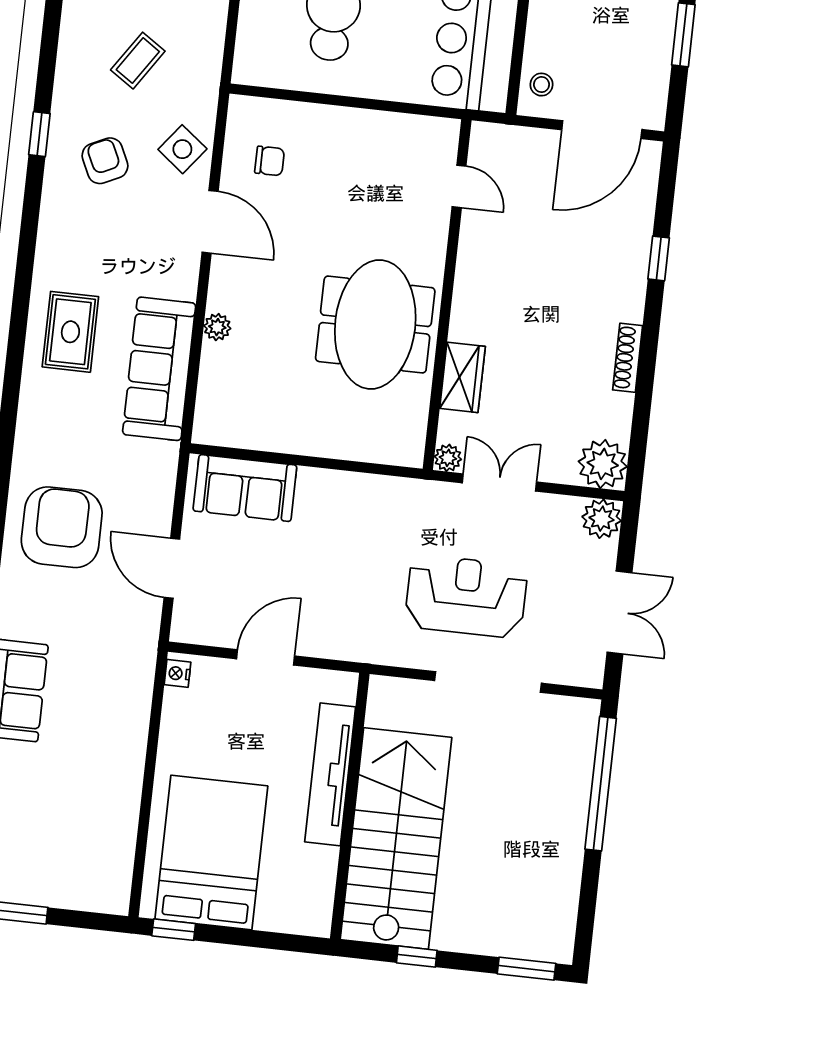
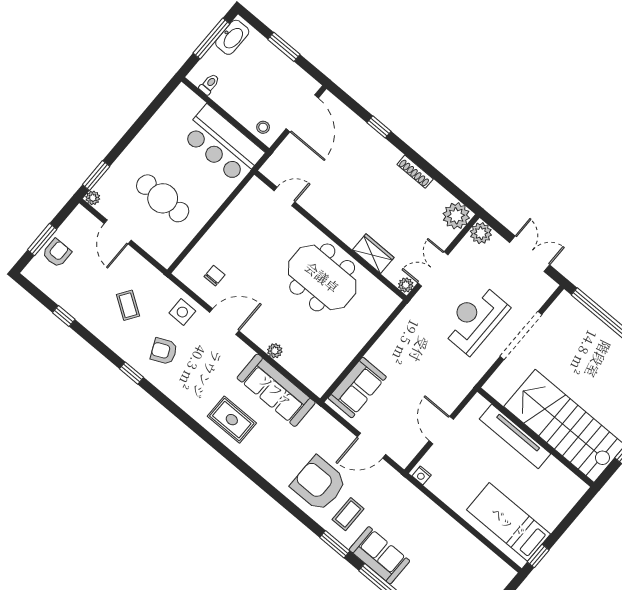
side table: (182, 149) -> (182, 312), turned -38
coffee table: (45, 602) -> (348, 514), added
bed: (211, 853) -> (508, 522), width x0.67

